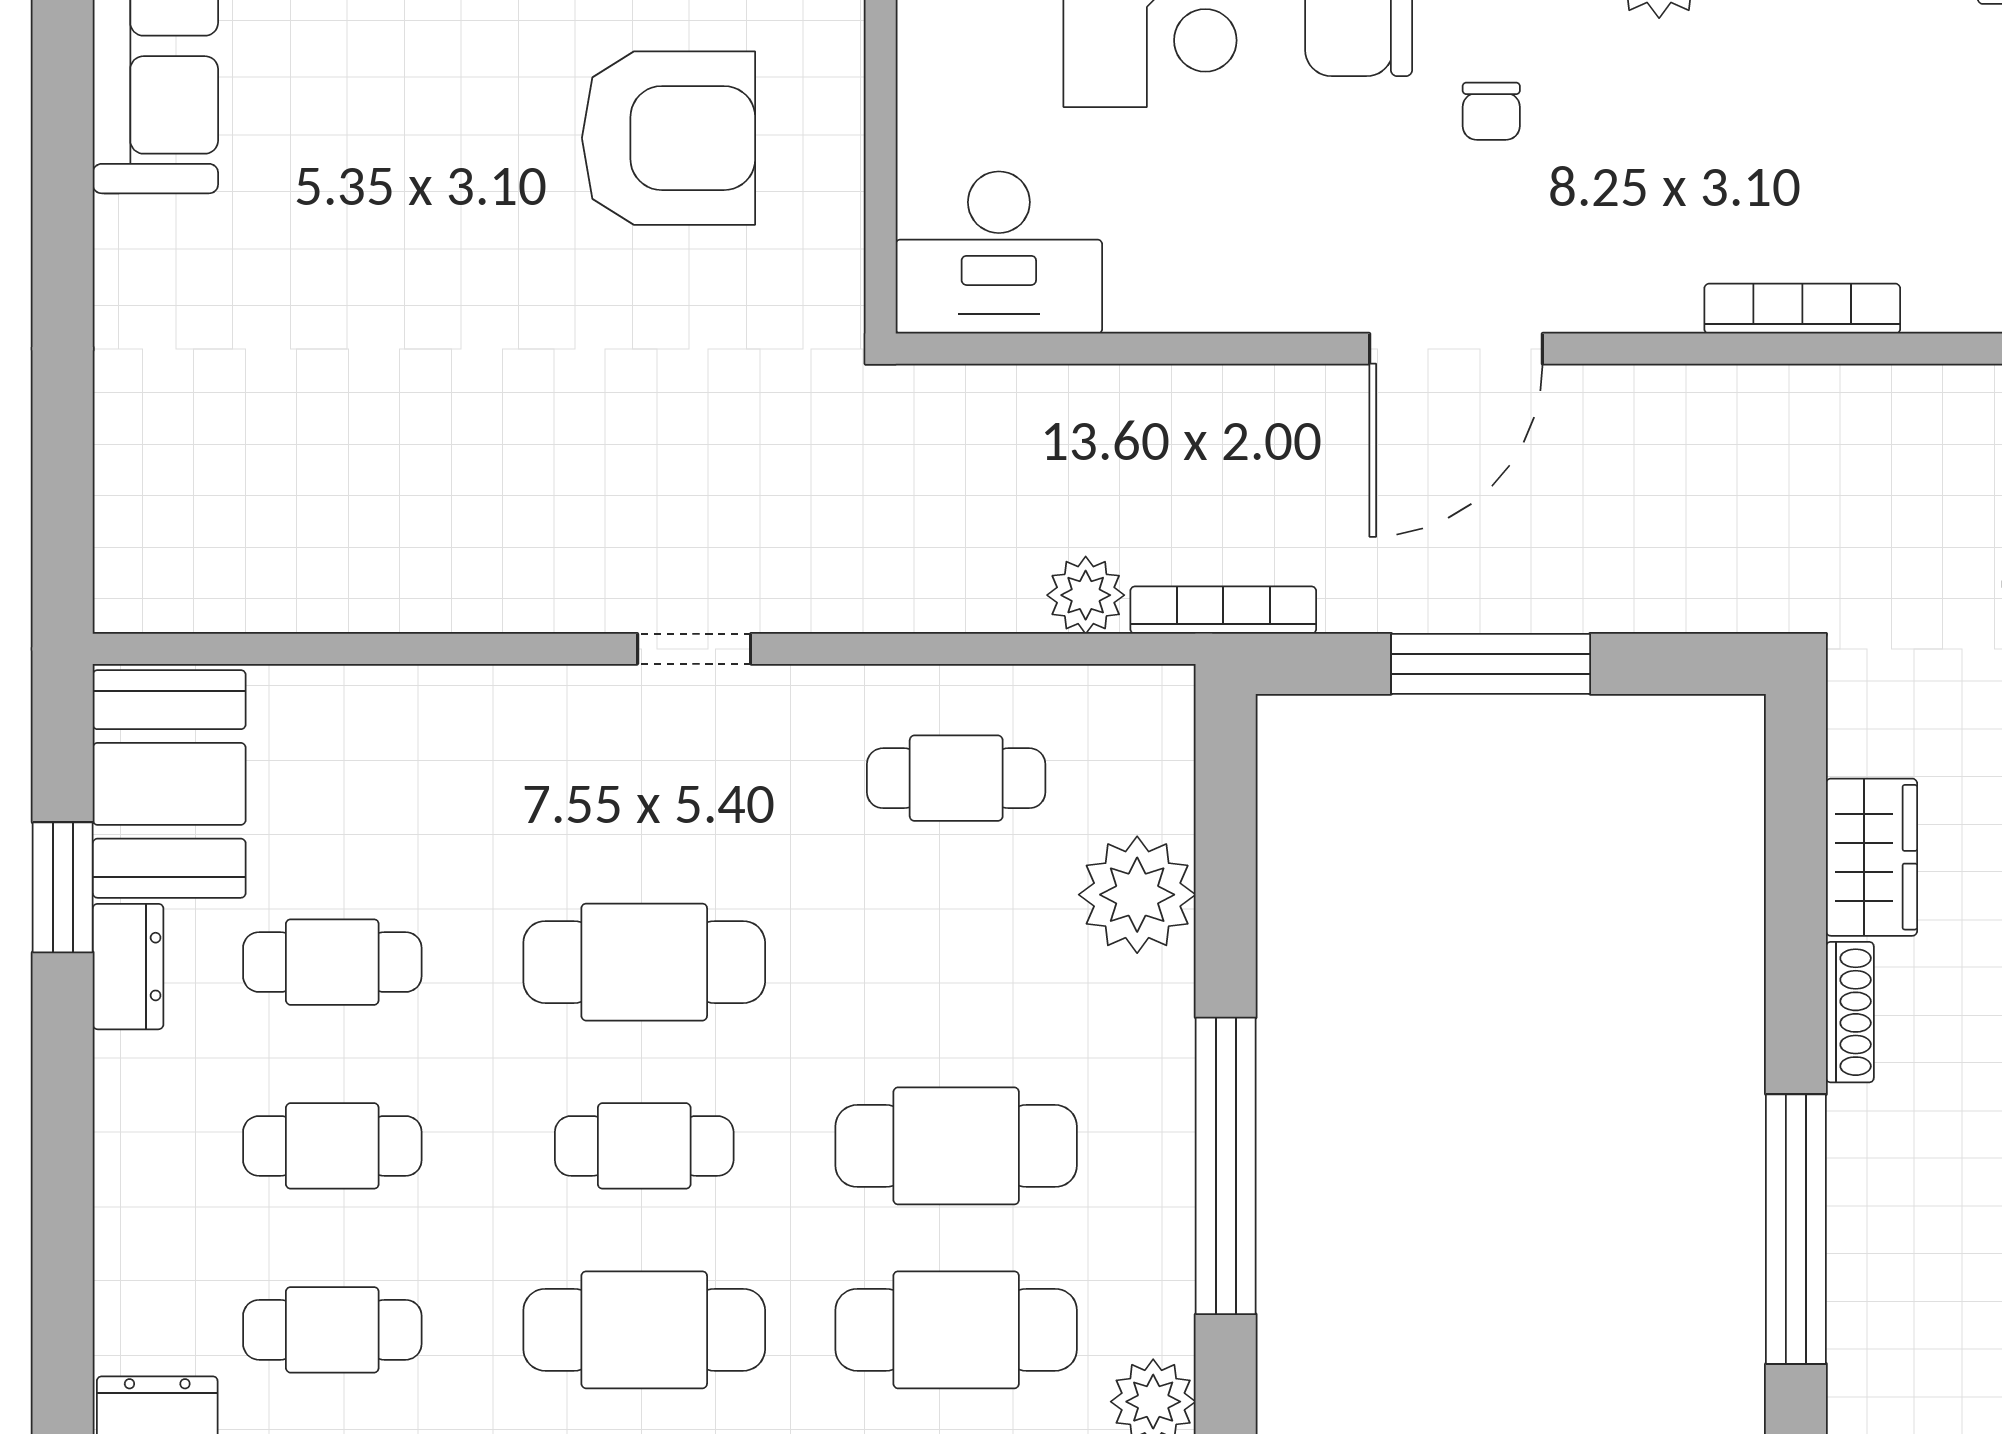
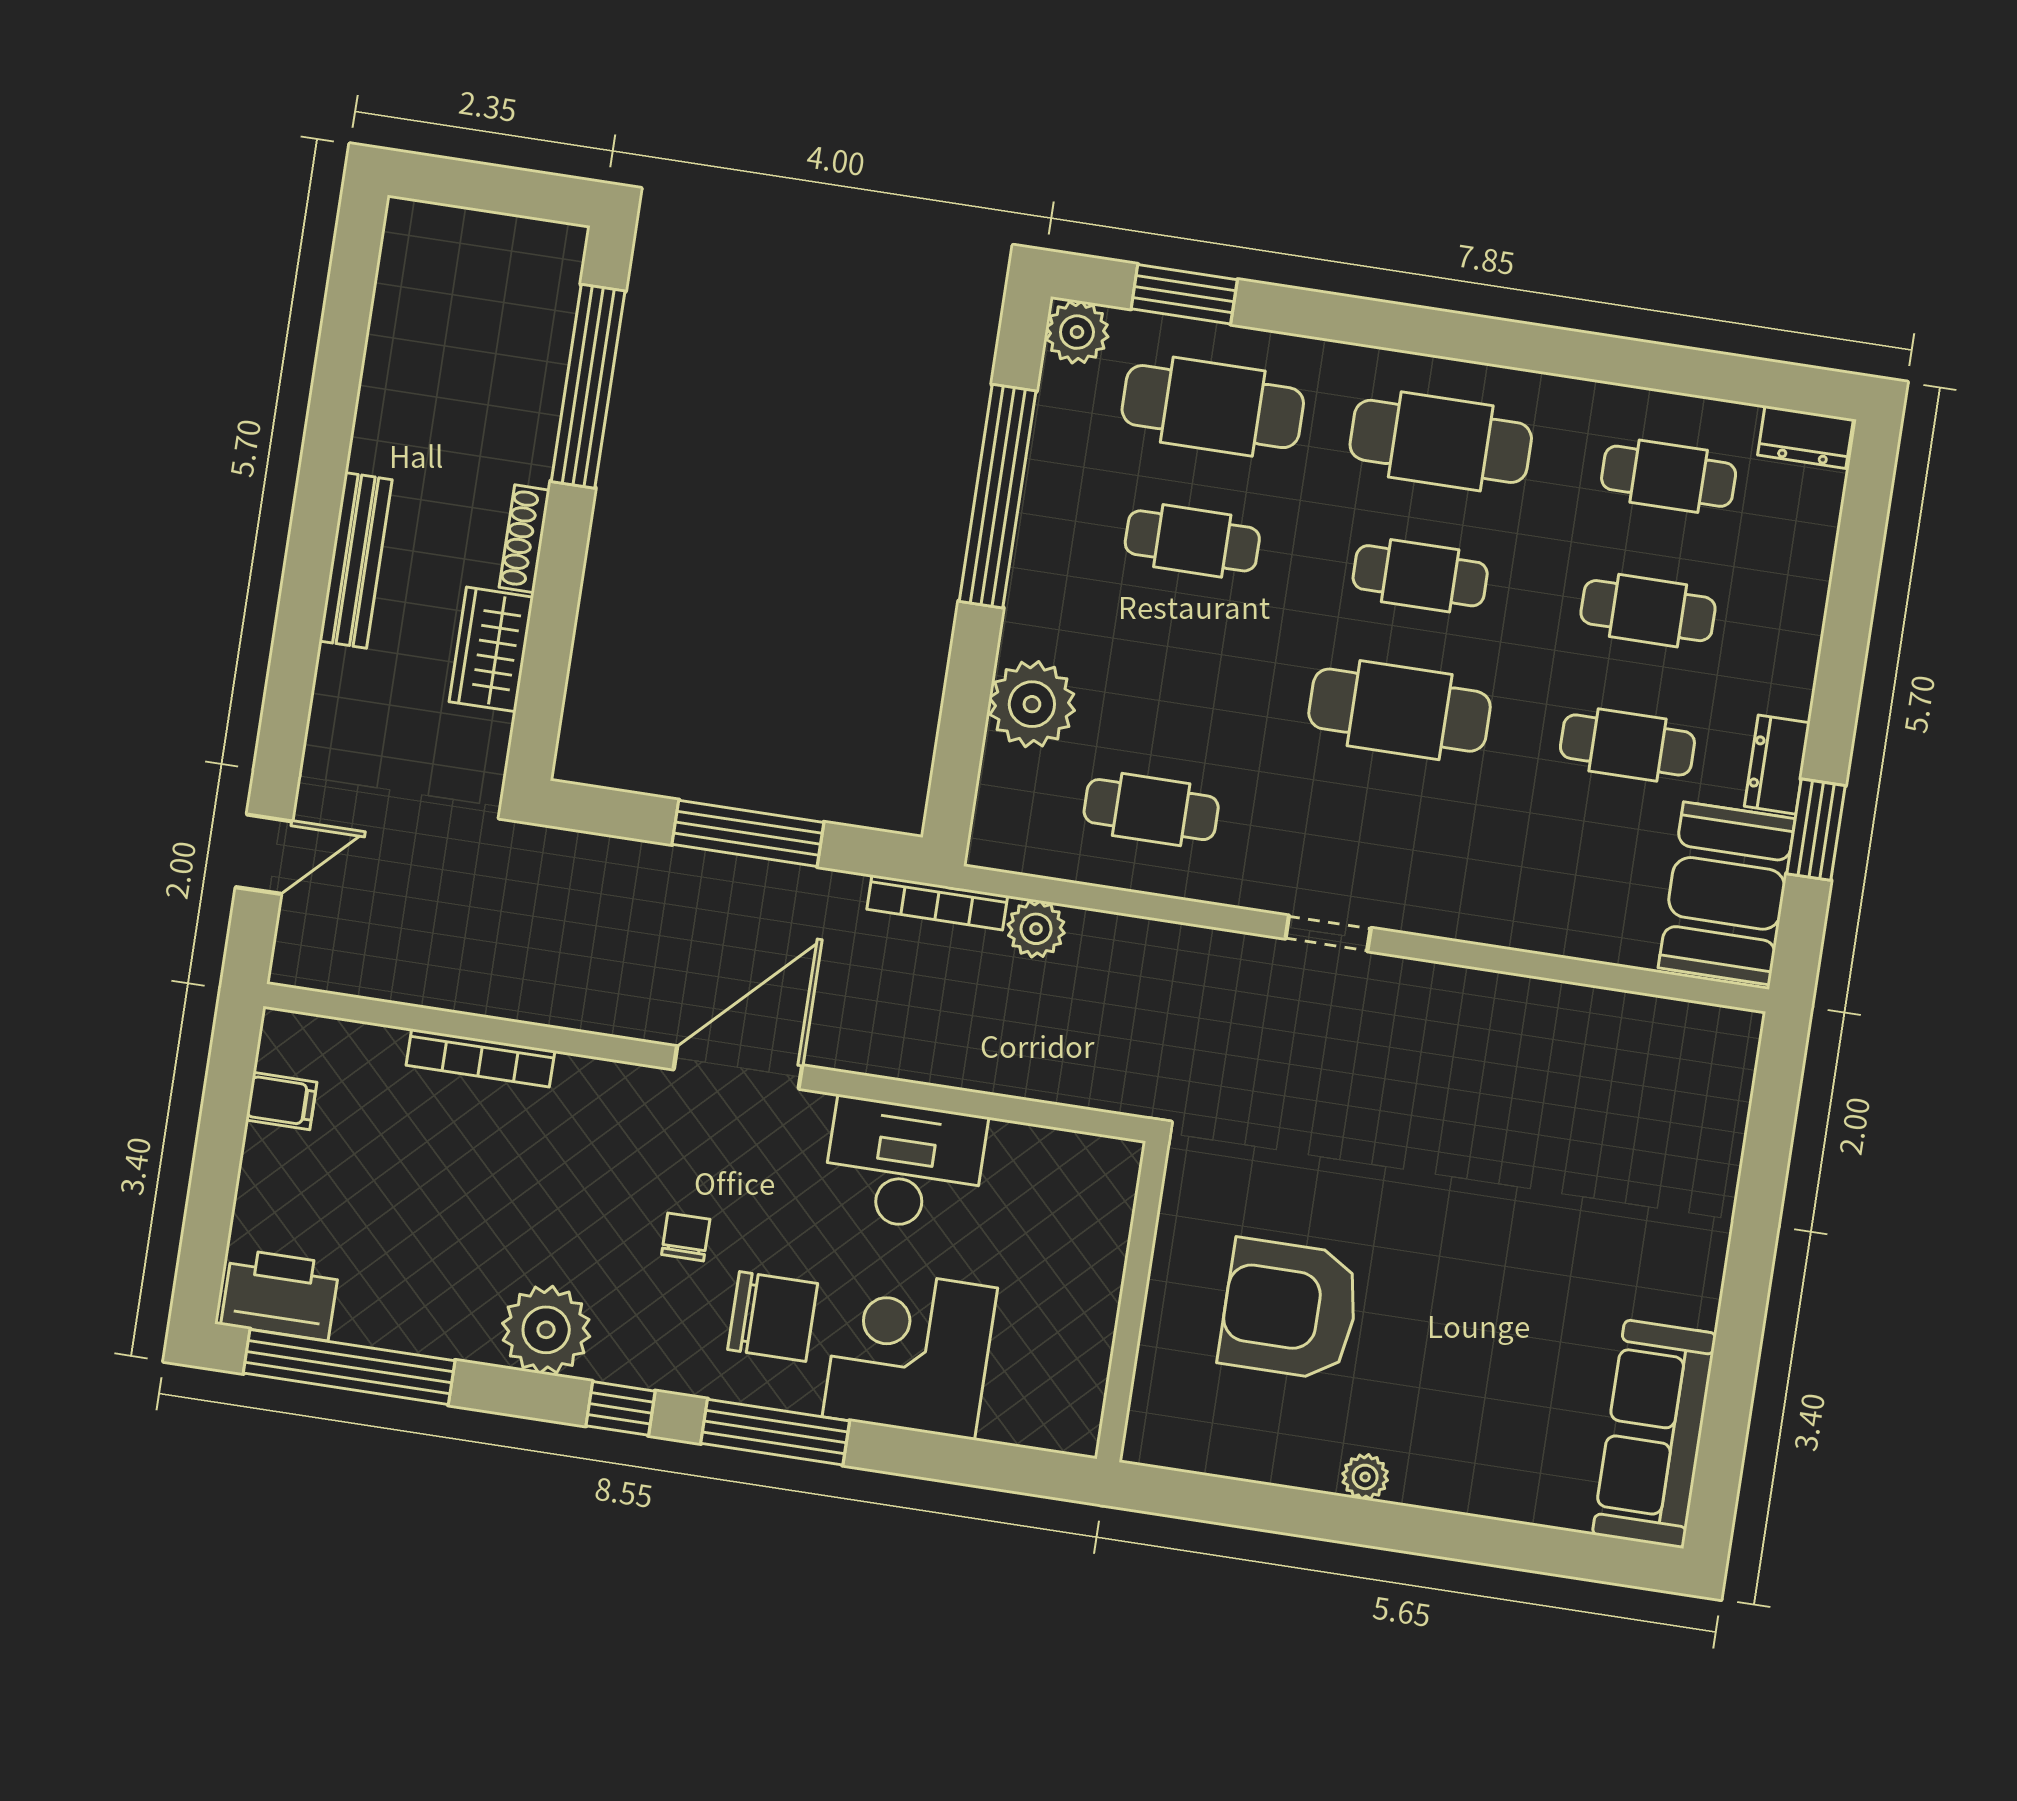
desk: (999, 253) -> (904, 1165), moved
cafe table: (956, 1146) -> (1192, 541), width x0.73, depth x0.74

